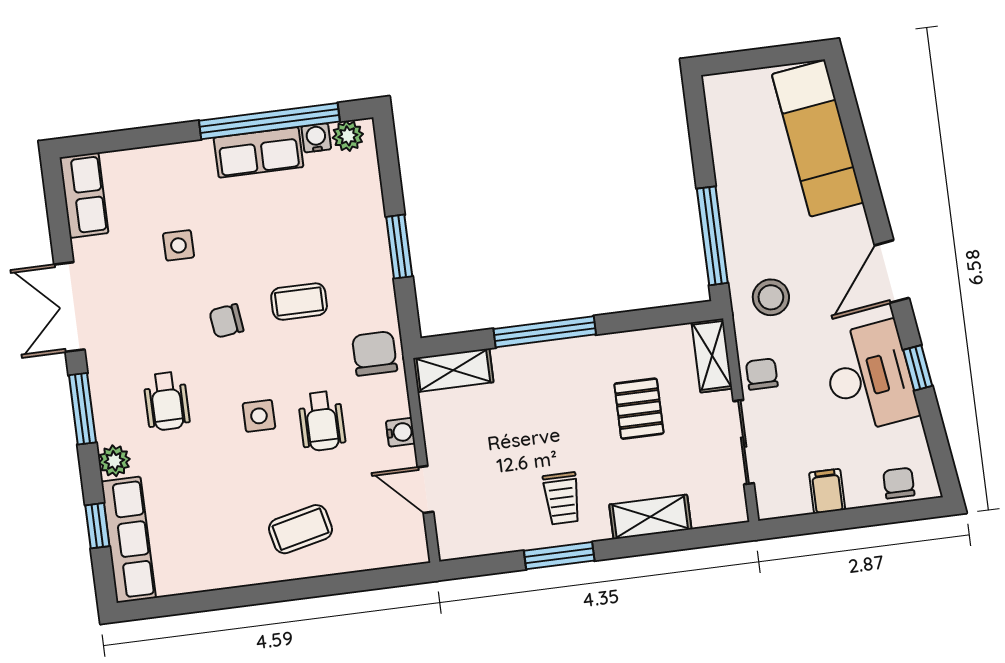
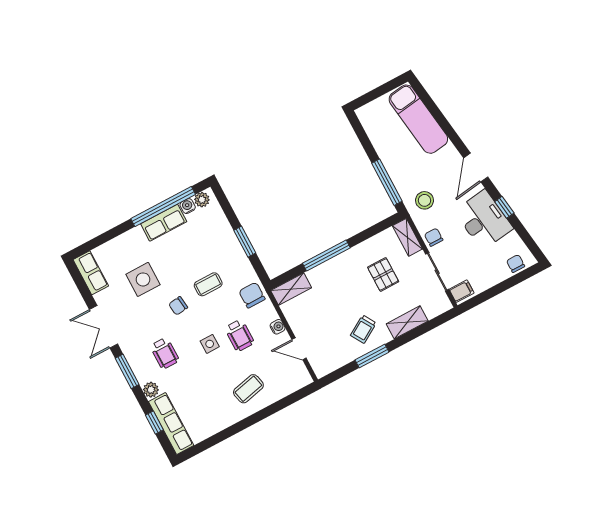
side table: (178, 245) -> (143, 279), width x1.87, depth x1.87
filing cabinet: (827, 491) -> (461, 291), moved, turned 90
trolley: (562, 498) -> (363, 329), turned 59

